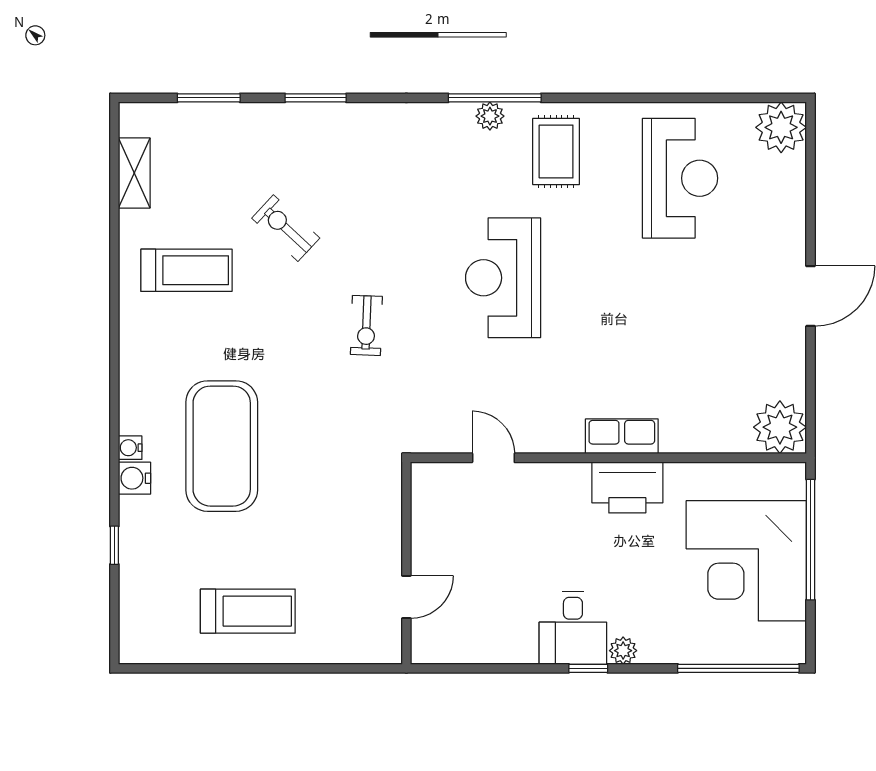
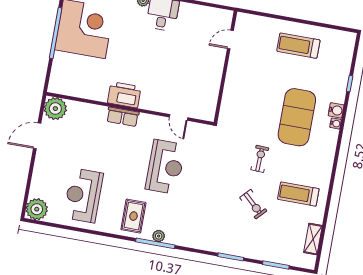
exercise bike: (366, 325) -> (260, 159), moved
plant: (780, 427) -> (55, 109), moved
row of seats: (622, 436) -> (123, 117), moved
door: (493, 458) -> (179, 117), moved
wall: (608, 458) -> (130, 109), moved
printer: (627, 487) -> (124, 95), moved

